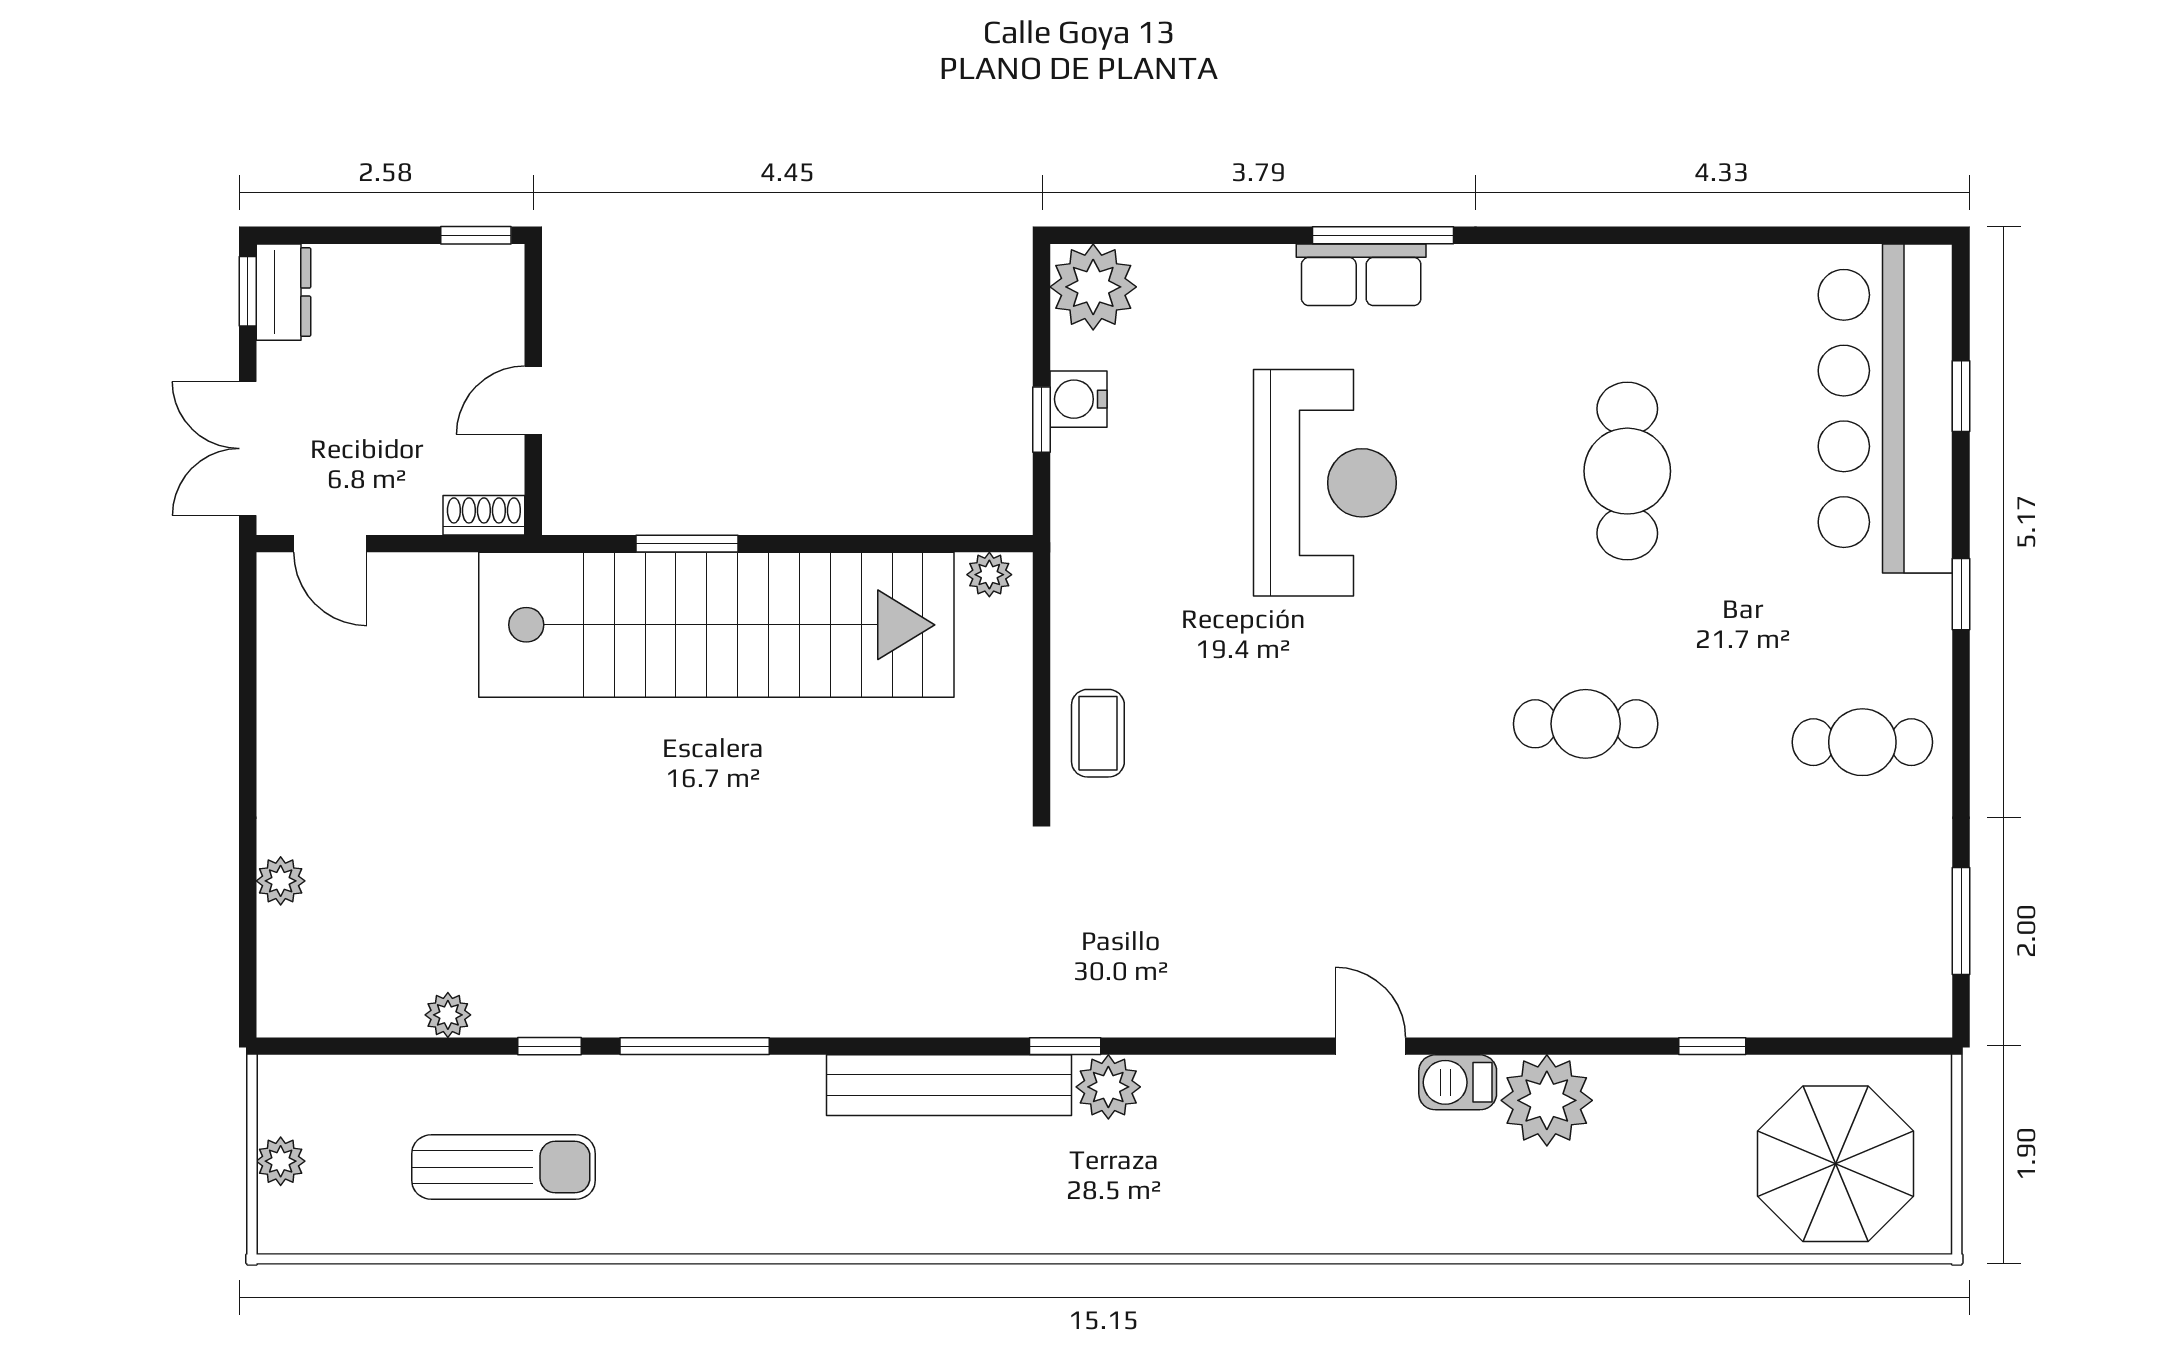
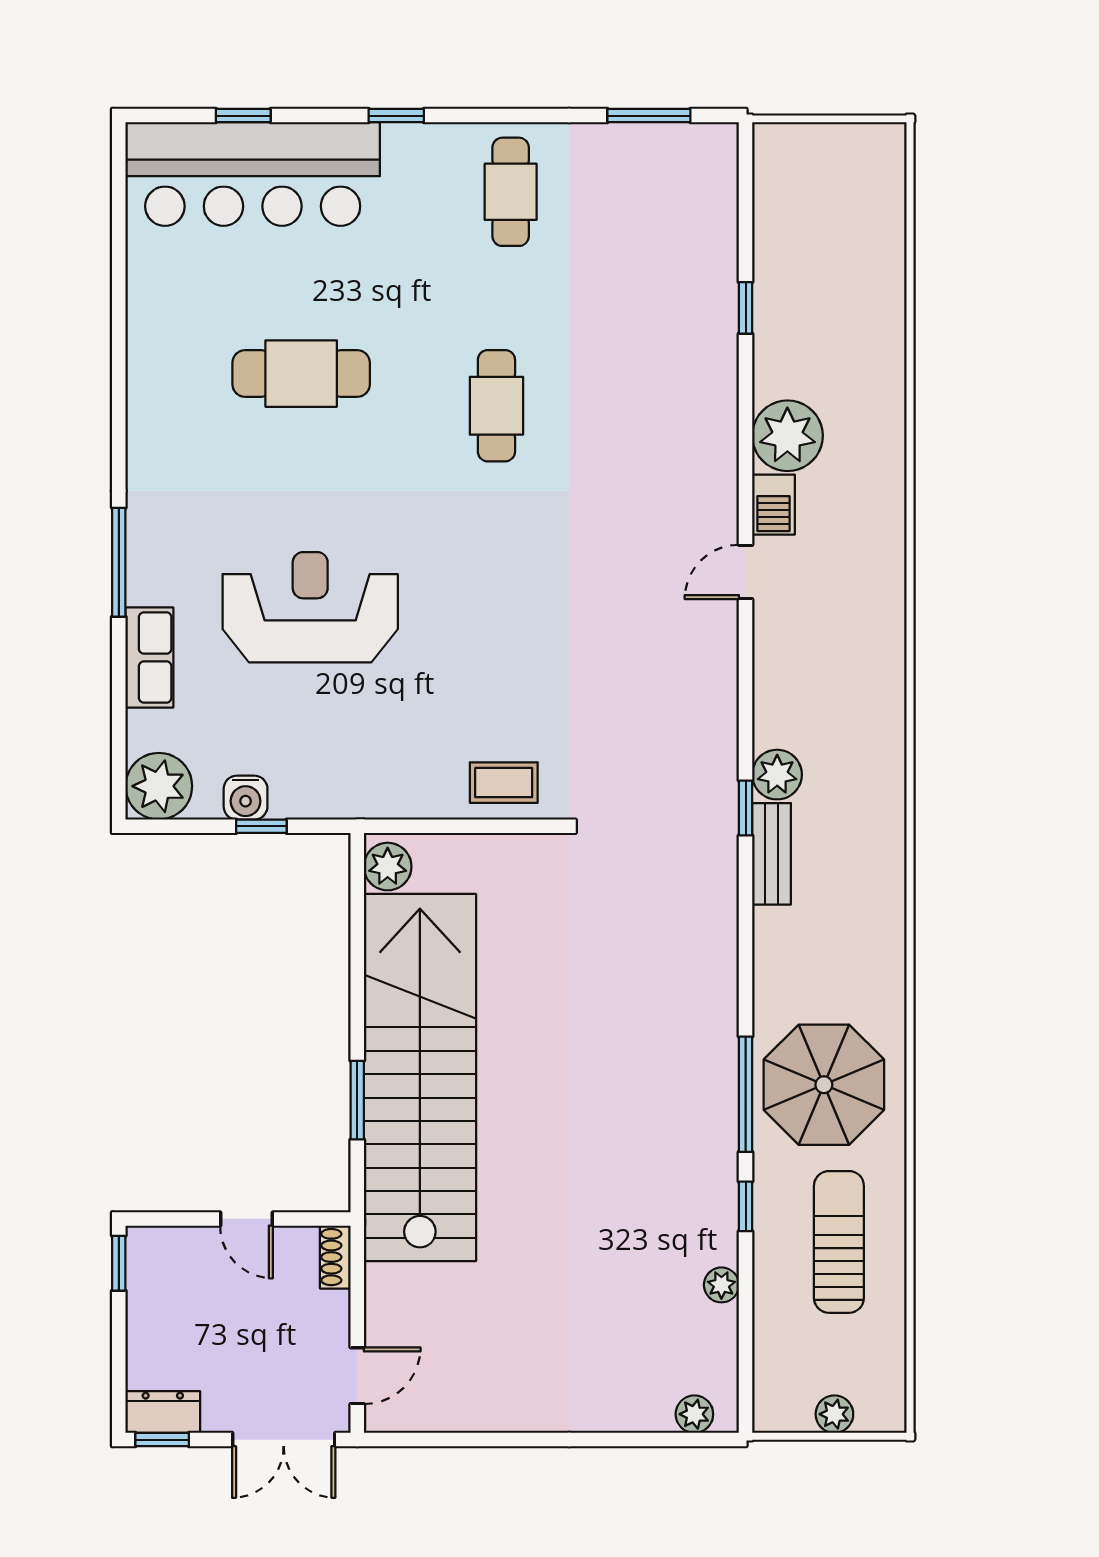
row of seats: (1361, 275) -> (149, 658), moved
plant: (989, 575) -> (388, 867), width x1.38, depth x1.38
plant: (281, 881) -> (694, 1414), moved
bench: (949, 1085) -> (772, 854), width x0.54, depth x0.82
parasol: (1835, 1164) -> (824, 1085), moved

